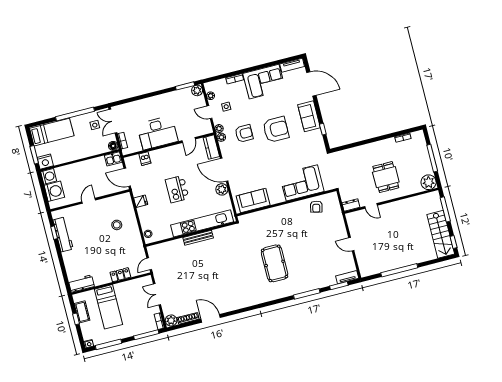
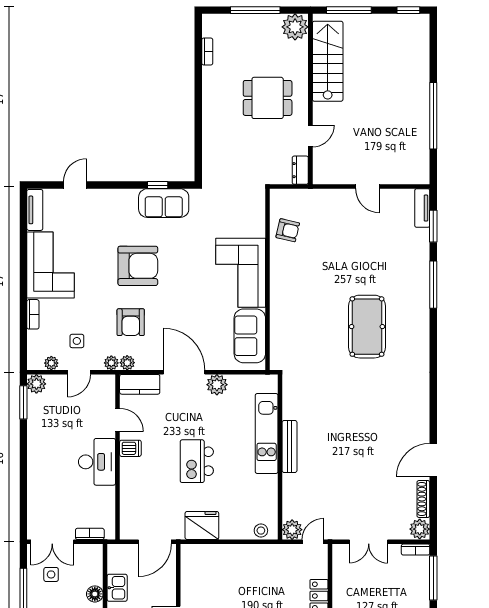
door: (311, 84) -> (75, 185), width x0.53
sofa: (309, 116) -> (164, 203), moved
armchair: (276, 129) -> (138, 266), turned 90
desk: (157, 133) -> (97, 462), width x0.73, depth x0.77
armchair: (244, 133) -> (131, 322), turned 180
floor lamp: (113, 146) -> (95, 594), moved
kitchen sink: (113, 159) -> (117, 588), moved
dishwasher: (145, 159) -> (130, 448), moved
door: (224, 170) -> (184, 372), swing flipped
corner sofa: (302, 183) -> (241, 273), moved
kitchen island: (177, 189) -> (197, 461), turned 90
fridge: (141, 201) -> (202, 525), width x1.88, depth x1.34
kitchen unit: (202, 223) -> (267, 433), width x0.73
stool: (117, 225) -> (232, 580), removed
stairs: (441, 234) -> (328, 61), moved, turned -90
door: (351, 244) -> (368, 186), hinge flipped
plant: (153, 251) -> (292, 530), added
pool table: (275, 263) -> (367, 327), turned 90
door: (149, 264) -> (313, 542), swing flipped

